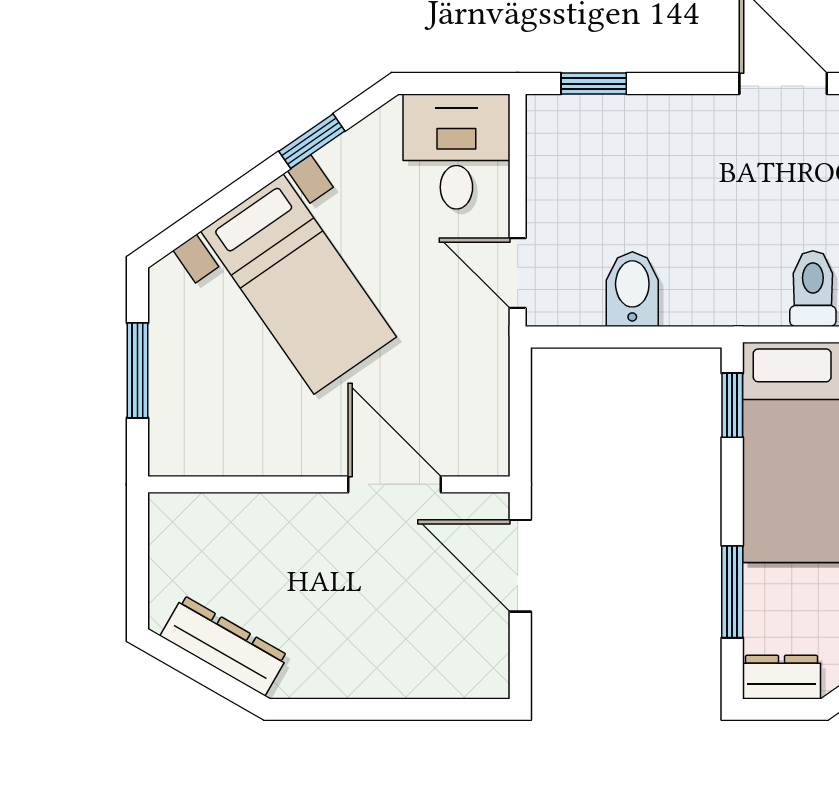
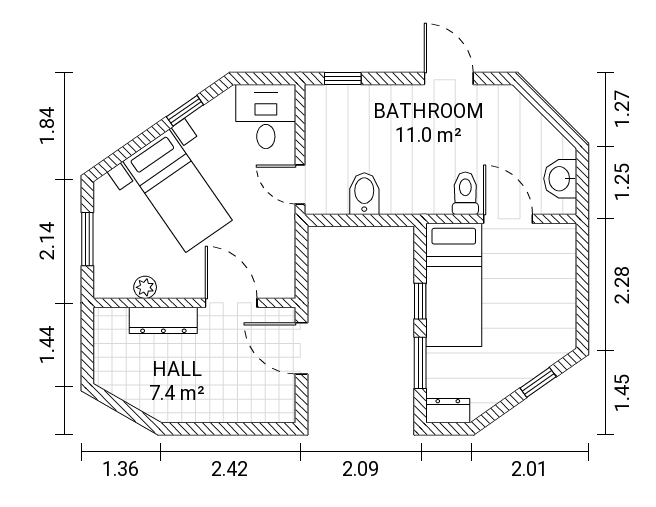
window: (732, 405) -> (420, 301), moved
plant: (241, 457) -> (145, 287), added
dresser: (224, 646) -> (163, 320), moved, turned 150

